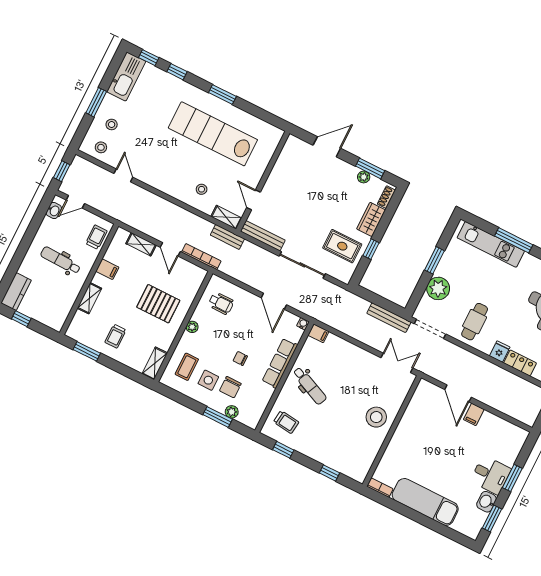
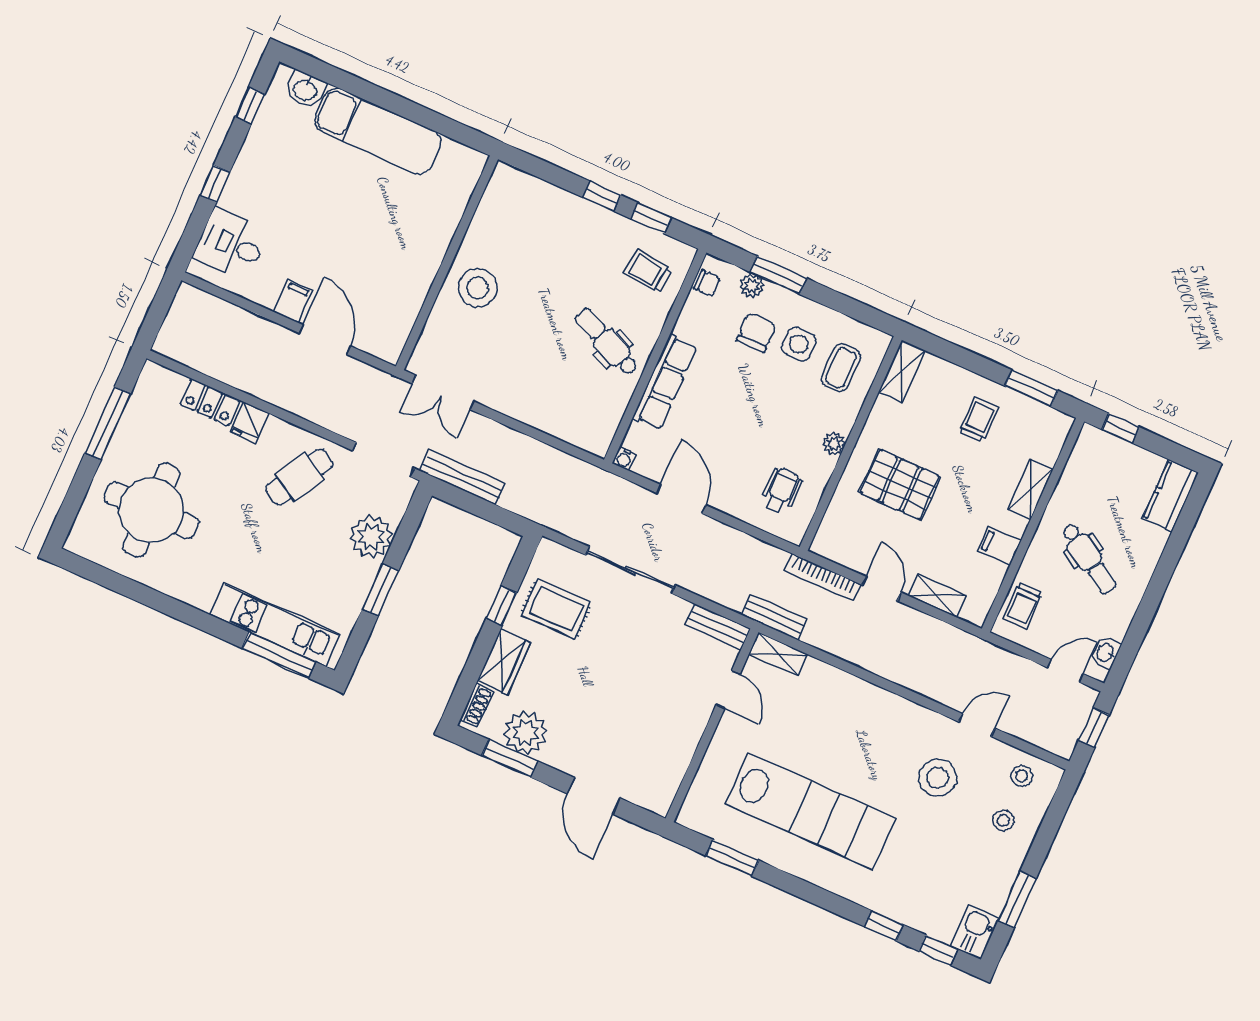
kitchen sink: (126, 76) -> (975, 932), width x0.53, depth x0.81
window: (222, 95) -> (732, 858), moved
window: (96, 102) -> (1017, 900), moved
door: (327, 147) -> (594, 796), hinge flipped
door: (123, 175) -> (977, 725), swing flipped
plant: (364, 177) -> (525, 733), width x1.87, depth x1.87
stool: (202, 189) -> (938, 778), moved, width x1.89, depth x1.89
bench: (263, 236) -> (718, 627), width x0.73
window: (514, 240) -> (279, 655), moved
dental chair: (60, 260) -> (1089, 559), turned 30
wheelchair: (221, 303) -> (781, 491), turned 90
window: (21, 319) -> (1120, 428), moved
cafe table: (475, 322) -> (299, 477), turned 30
filing cabinet: (318, 333) -> (594, 442), removed
chair: (240, 358) -> (707, 283), moved
window: (330, 473) -> (602, 196), moved
desk: (491, 475) -> (231, 244), moved
window: (512, 478) -> (215, 184), width x0.67
bookcase: (380, 488) -> (465, 155), removed
washbasin: (486, 502) -> (305, 90), moved, turned 90
window: (492, 519) -> (250, 105), width x0.67

